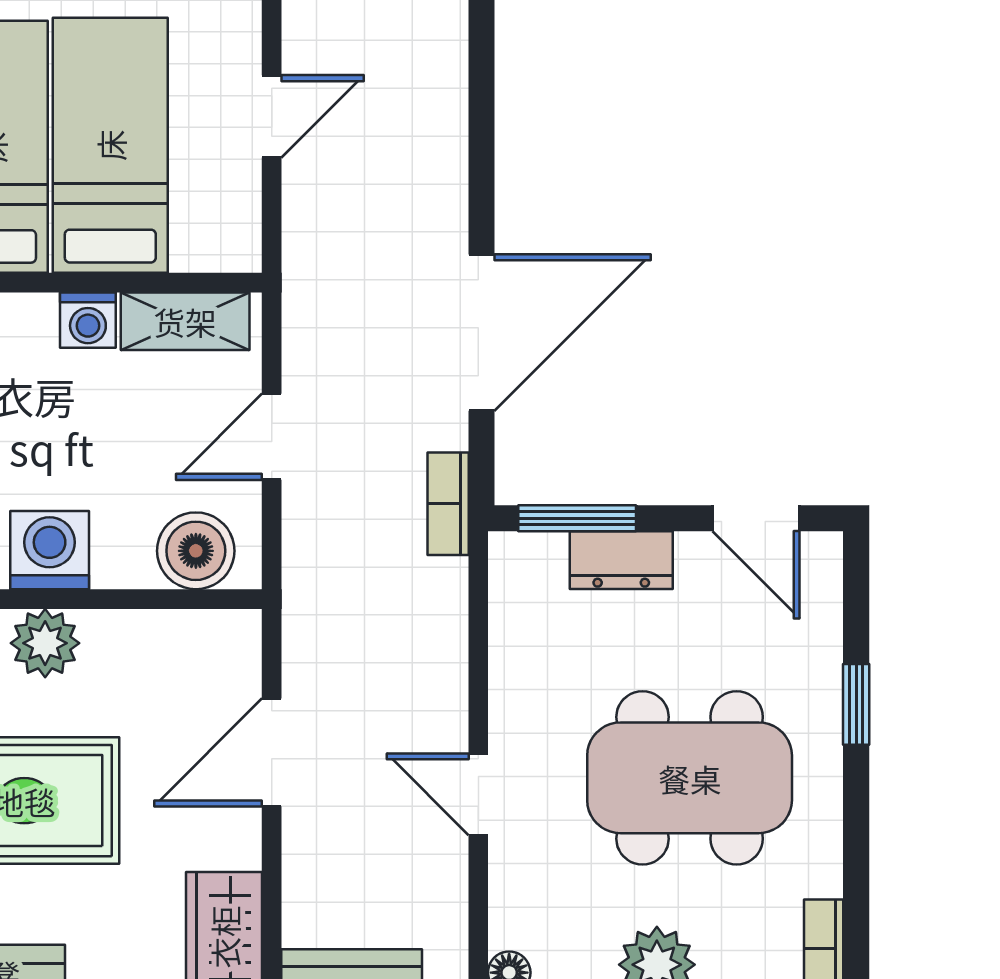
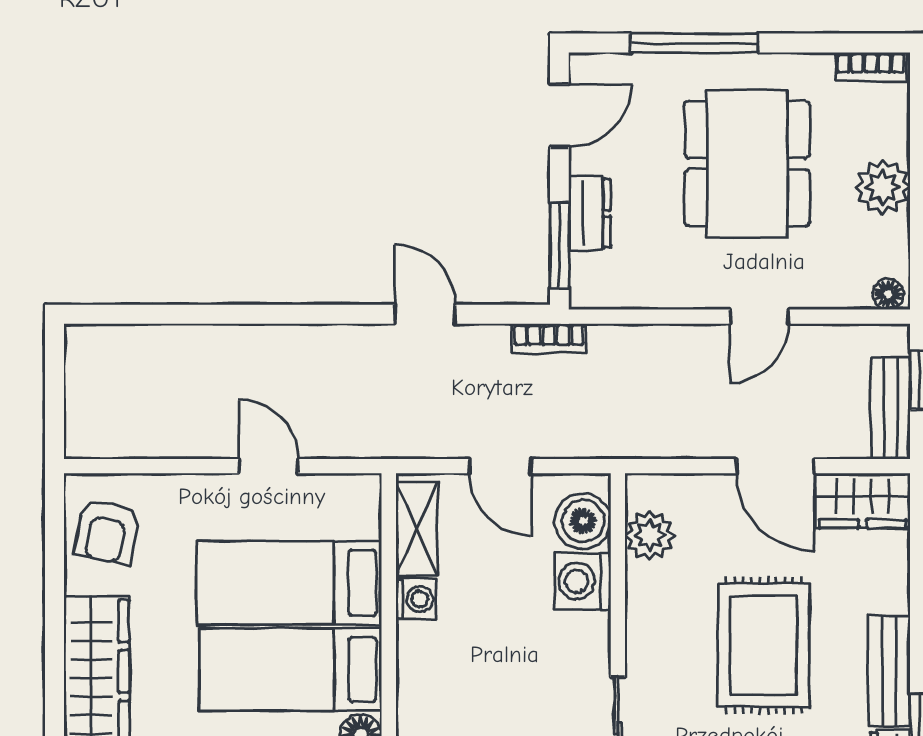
door: (482, 333) -> (425, 314), width x0.53
washing machine: (50, 550) -> (582, 581), moved
plant: (45, 643) -> (650, 535), moved
window: (856, 704) -> (694, 43), width x2.17
door: (272, 752) -> (775, 466), moved

